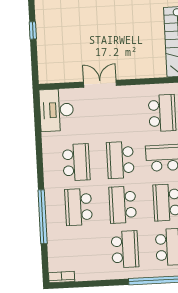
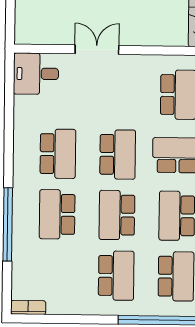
desk: (57, 110) -> (36, 74), width x0.73
school desk: (120, 160) -> (118, 154), turned 180

